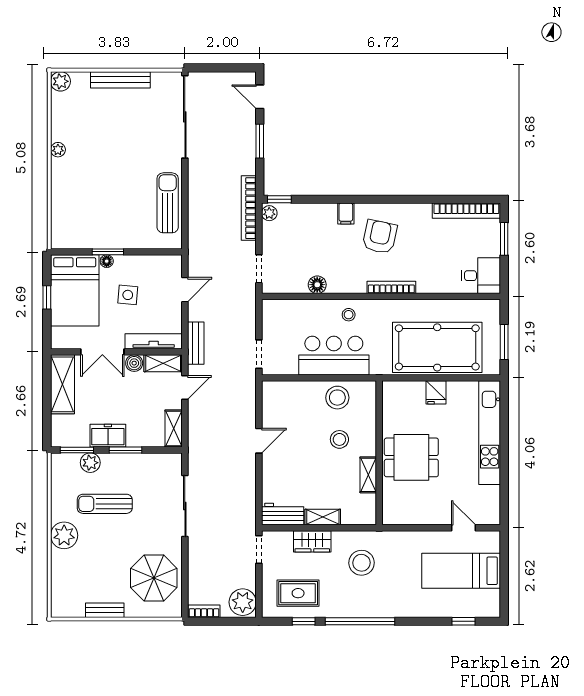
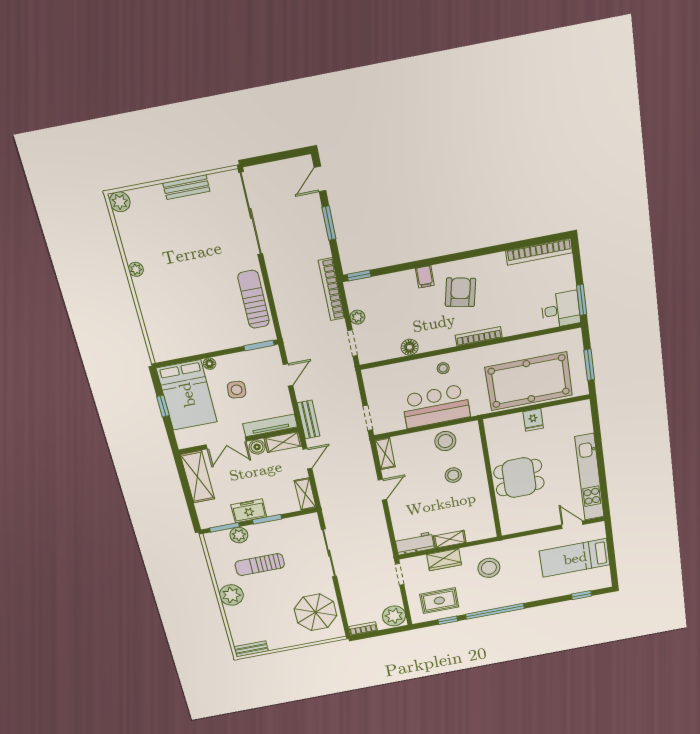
bench: (120, 80) -> (186, 187), width x0.73
door: (260, 97) -> (320, 179), hinge flipped
plant: (269, 213) -> (357, 317), moved
window: (504, 239) -> (582, 300), moved
window: (108, 252) -> (259, 345), moved
kitchen unit: (490, 433) -> (589, 477), moved
shelving: (368, 475) -> (385, 453), moved
bench: (105, 610) -> (251, 649), moved

